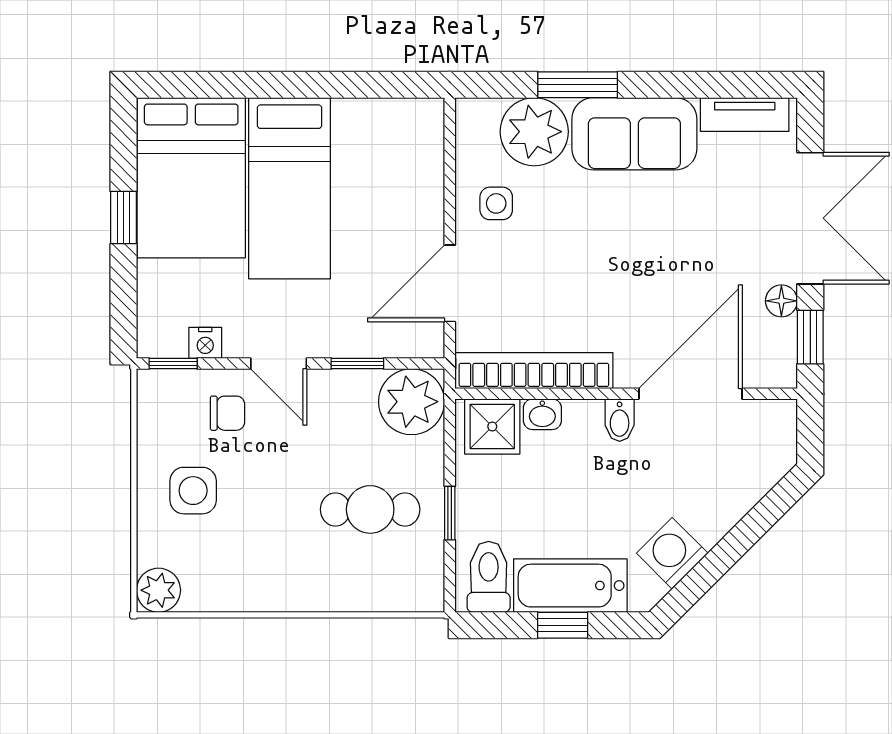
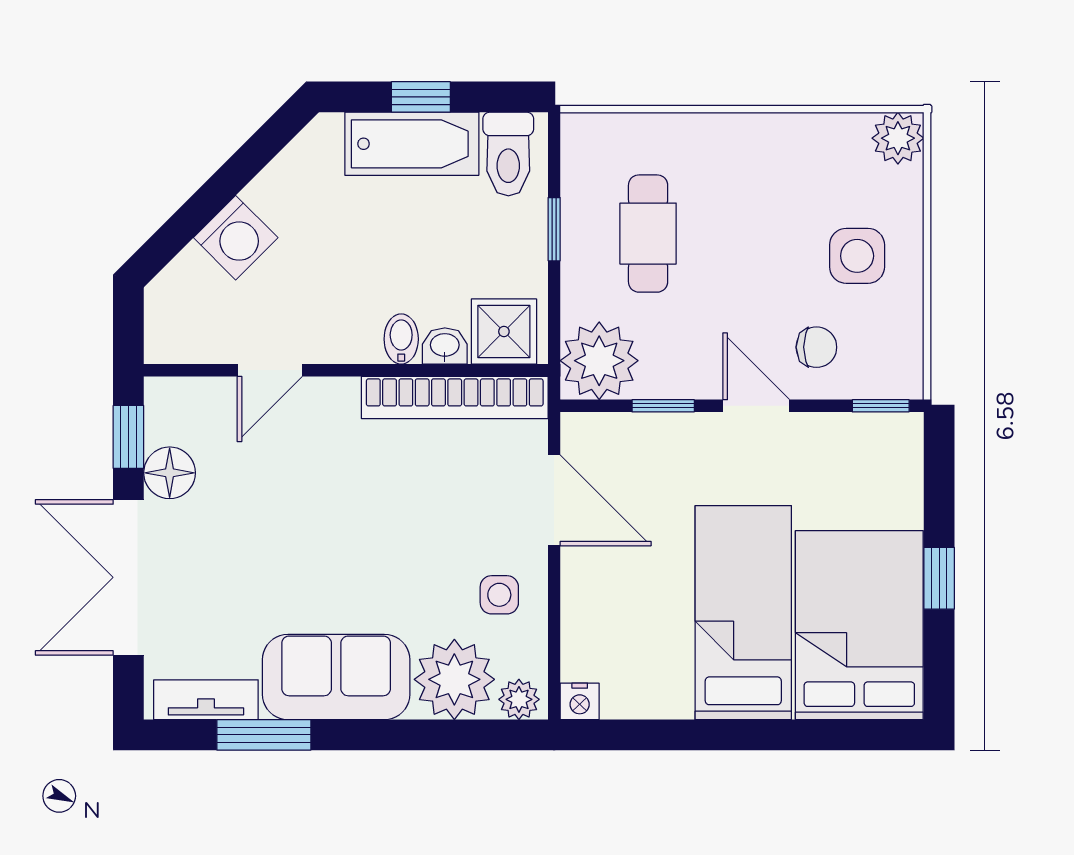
window: (578, 85) -> (264, 735), moved
plant: (479, 115) -> (519, 699), added
door: (450, 283) -> (554, 500), hinge flipped
floor lamp: (781, 301) -> (170, 473), width x1.37, depth x1.37
nightstand: (205, 343) -> (580, 701), moved, turned 180
door: (691, 394) -> (270, 370), width x0.53
chair: (227, 413) -> (816, 347), turned 180
bidet: (620, 420) -> (401, 339), moved
cafe table: (370, 509) -> (648, 234), turned 90
washing machine: (672, 553) -> (236, 238), moved

